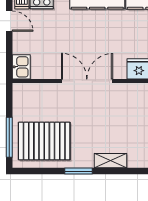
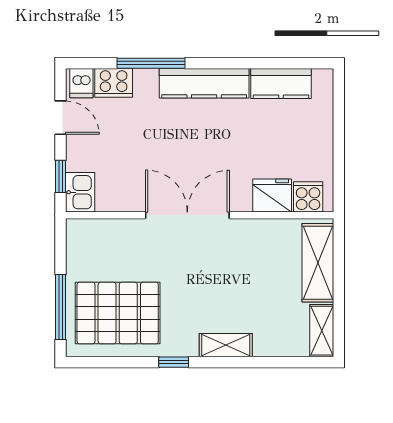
window: (9, 57) -> (61, 176), added
window: (79, 171) -> (174, 362), width x0.67

